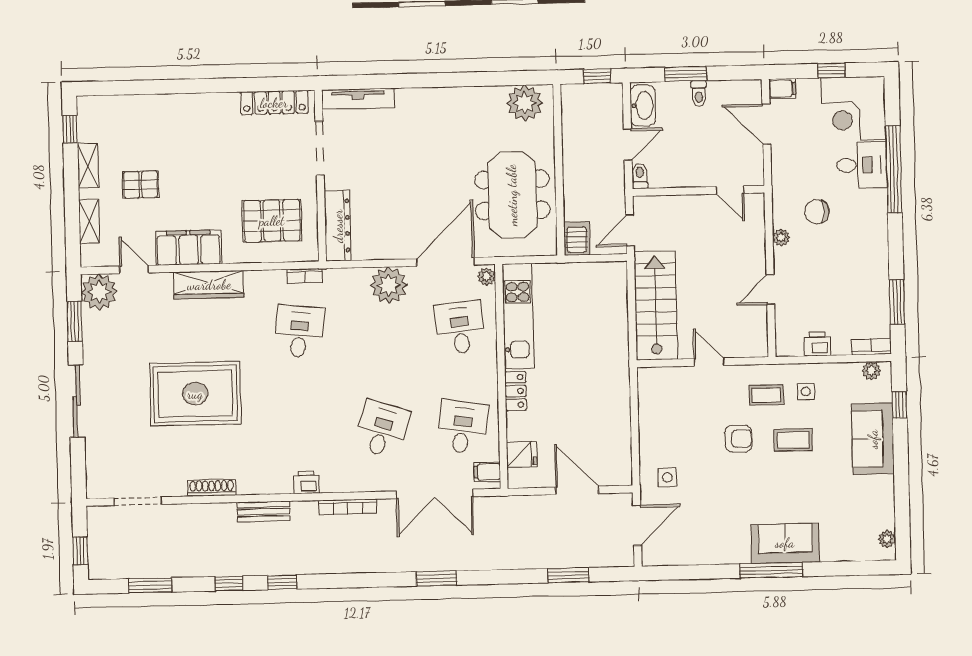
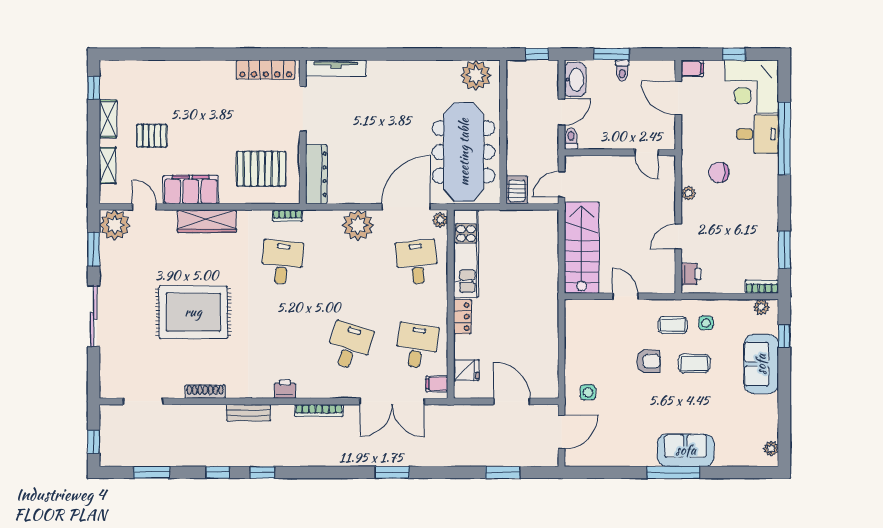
meeting table: (512, 195) -> (464, 152), width x1.36
printer: (817, 344) -> (691, 274), moved, turned 90

